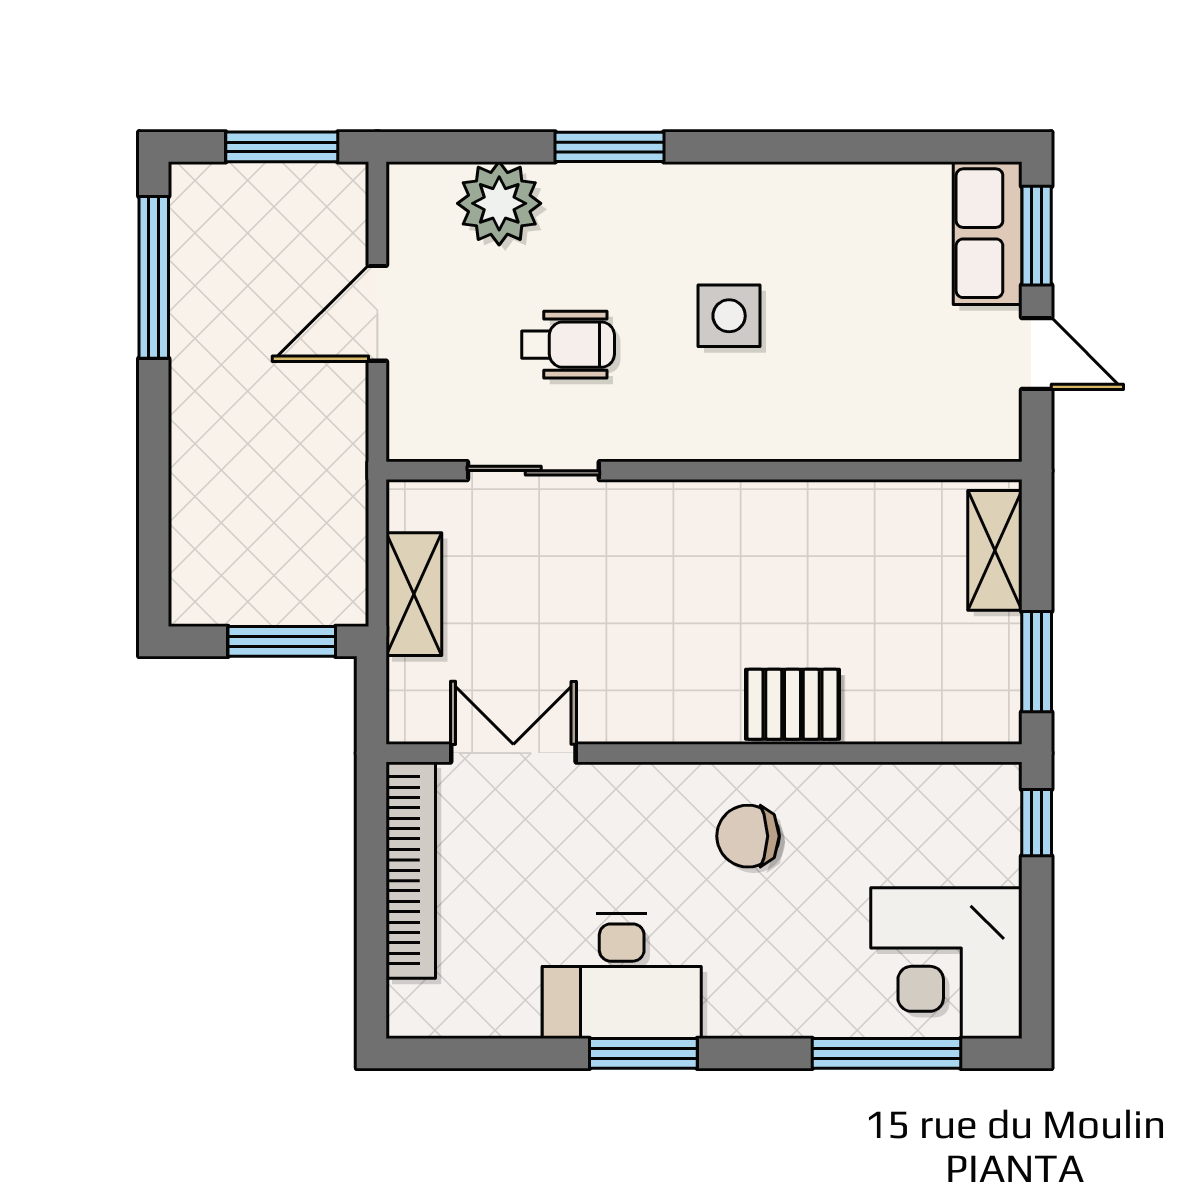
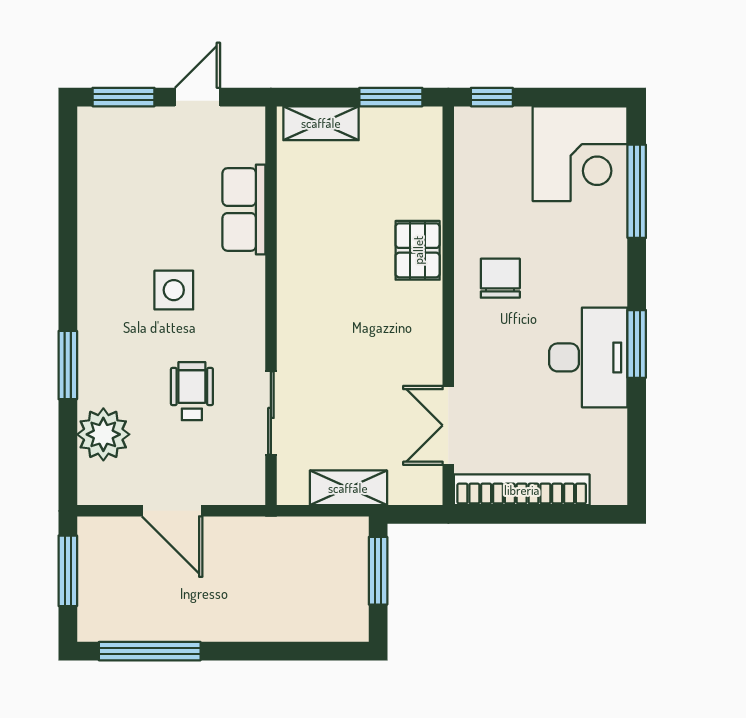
row of seats: (988, 233) -> (244, 209), moved, turned 90
chair: (748, 836) -> (500, 278), turned 180

